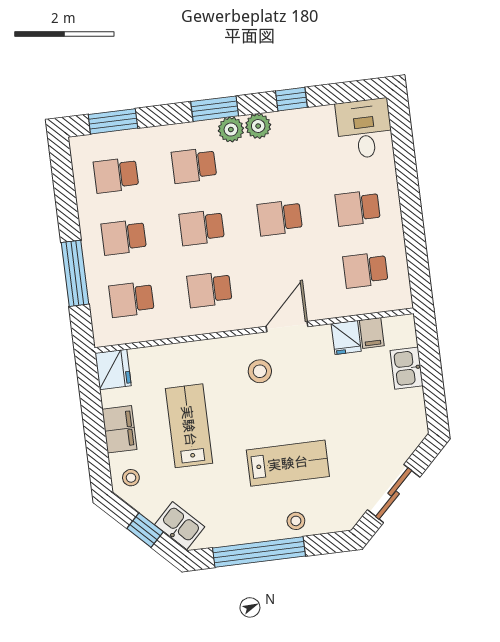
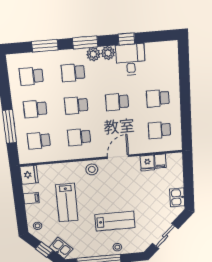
window: (113, 121) -> (45, 46), moved
desk: (364, 129) -> (131, 60), moved
kitchen sink: (407, 368) -> (177, 197), moved
stool: (260, 371) -> (92, 169), moved
lab bench: (189, 426) -> (67, 203), turned 180
filing cabinet: (119, 429) -> (31, 198), width x0.50

